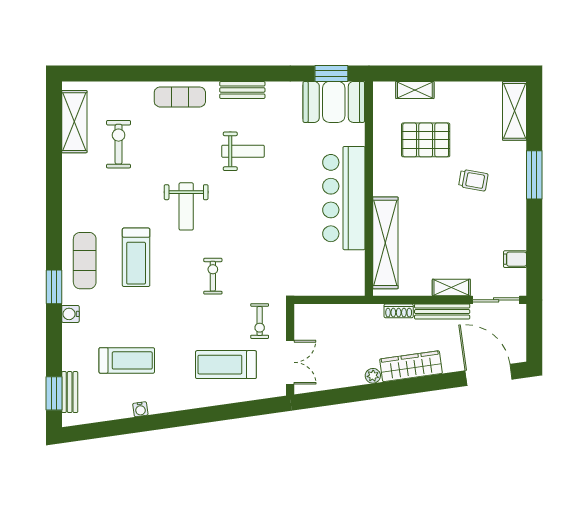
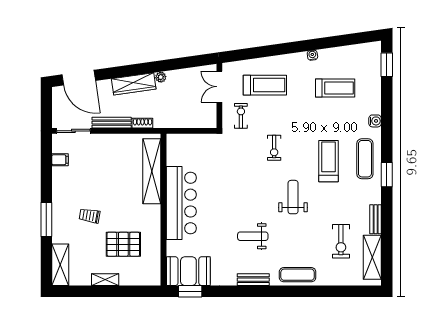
shelving: (415, 90) -> (105, 280), moved
window: (54, 287) -> (387, 175), moved
shelving: (451, 287) -> (105, 140), removed
treadmill: (127, 360) -> (335, 88), turned 180
bench: (70, 392) -> (376, 219), moved
water cooler: (140, 409) -> (312, 55), moved

